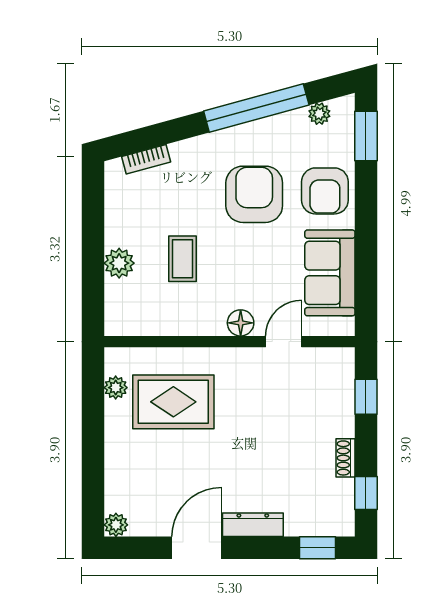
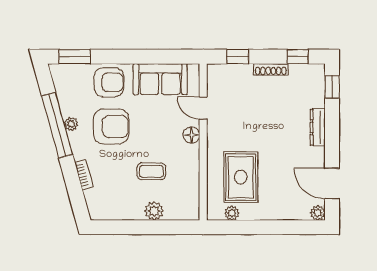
plant: (319, 114) -> (71, 124), moved
bookcase: (146, 159) -> (84, 175), moved
armchair: (254, 194) -> (111, 126), turned 180
shoe rack: (345, 458) -> (271, 69), width x1.43
door: (196, 548) -> (332, 183), moved

